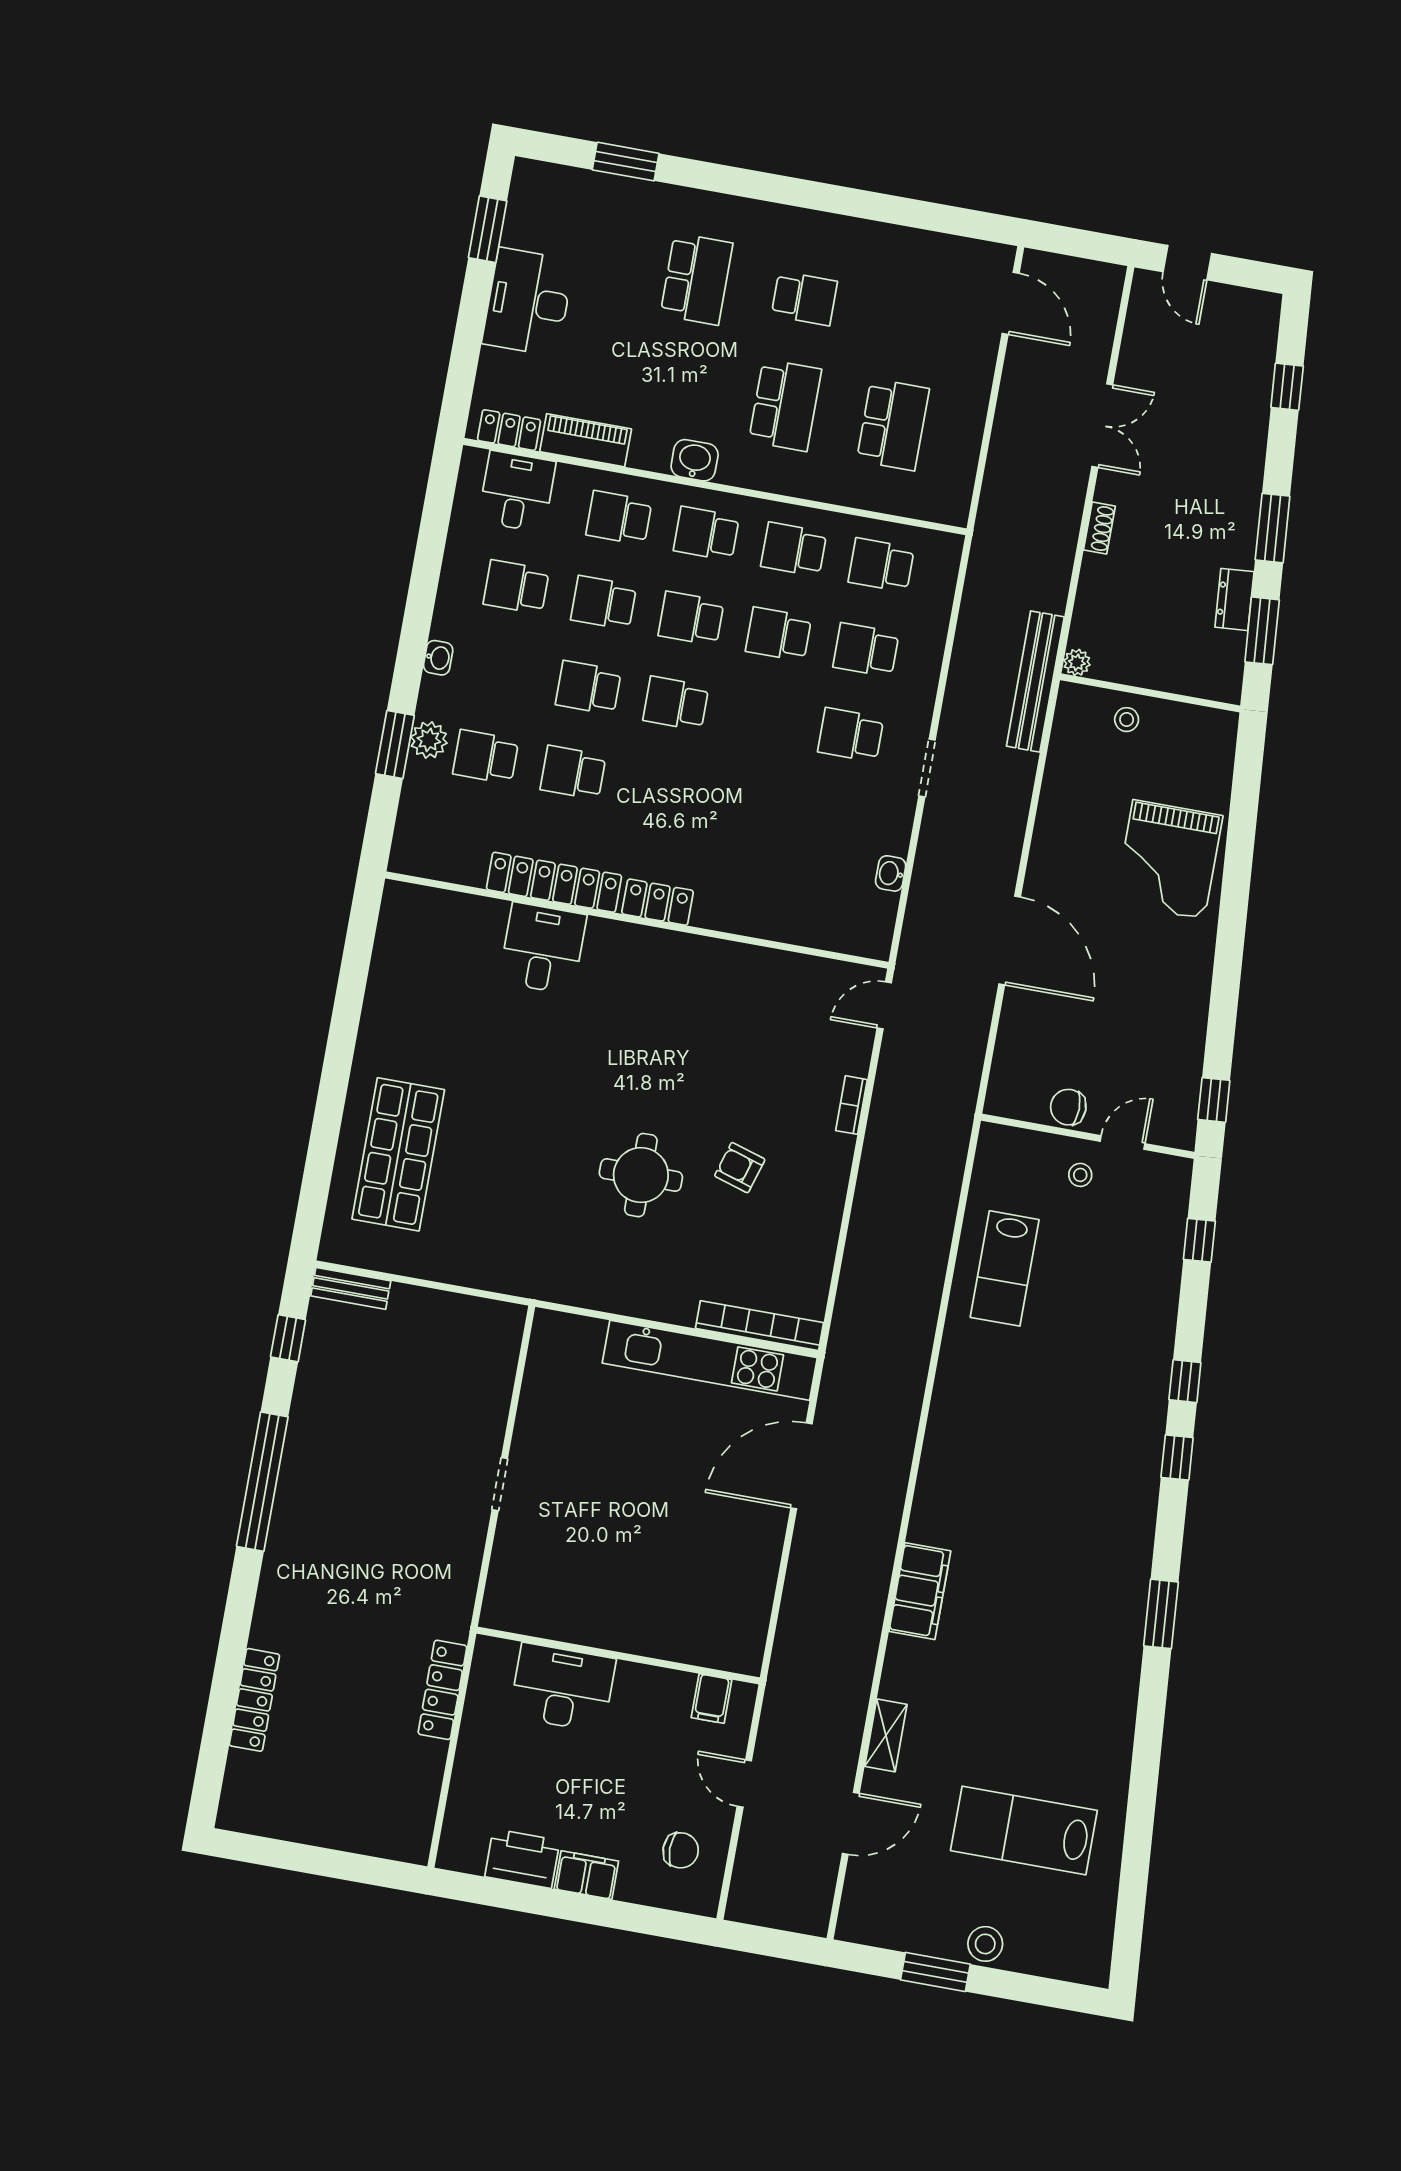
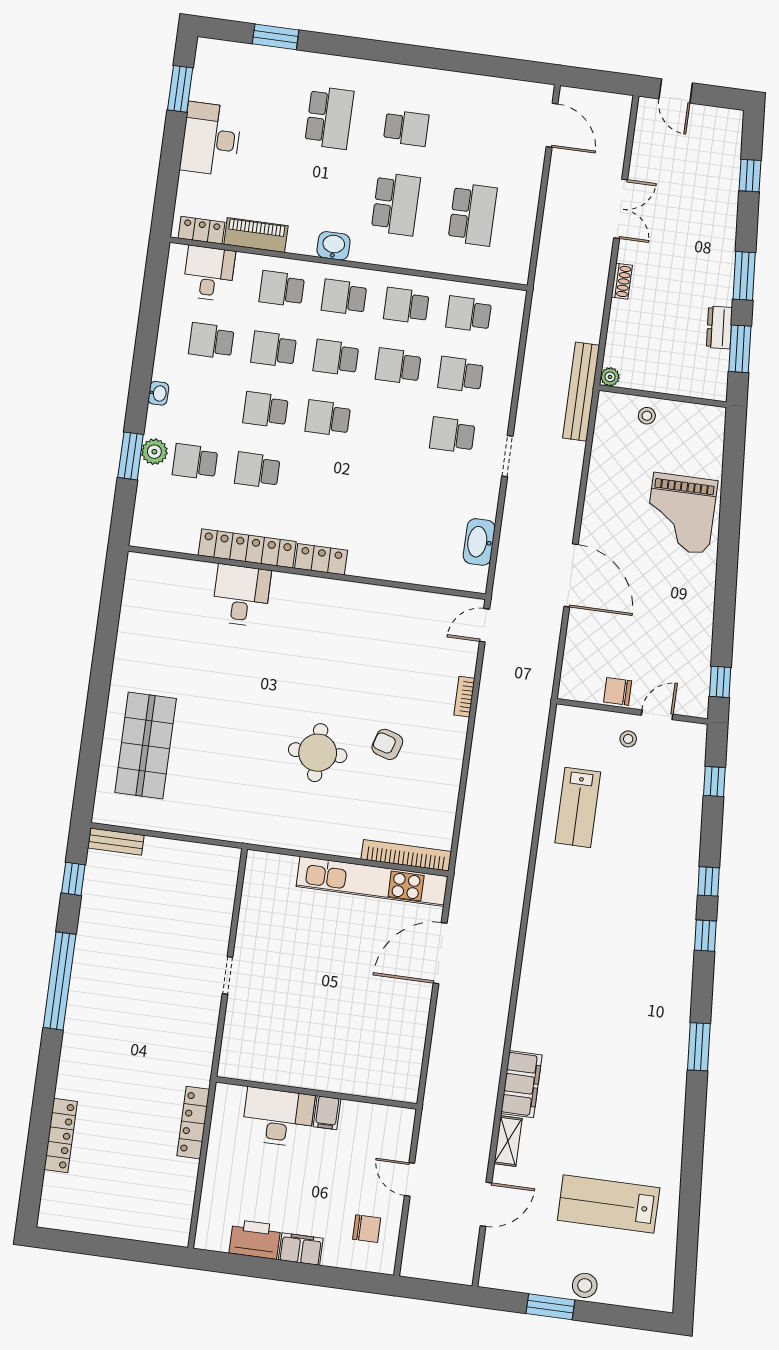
washbasin: (891, 873) -> (479, 542), width x1.91, depth x1.45
filing cabinet: (920, 1591) -> (521, 1084), moved
filing cabinet: (712, 1699) -> (327, 1113), moved

